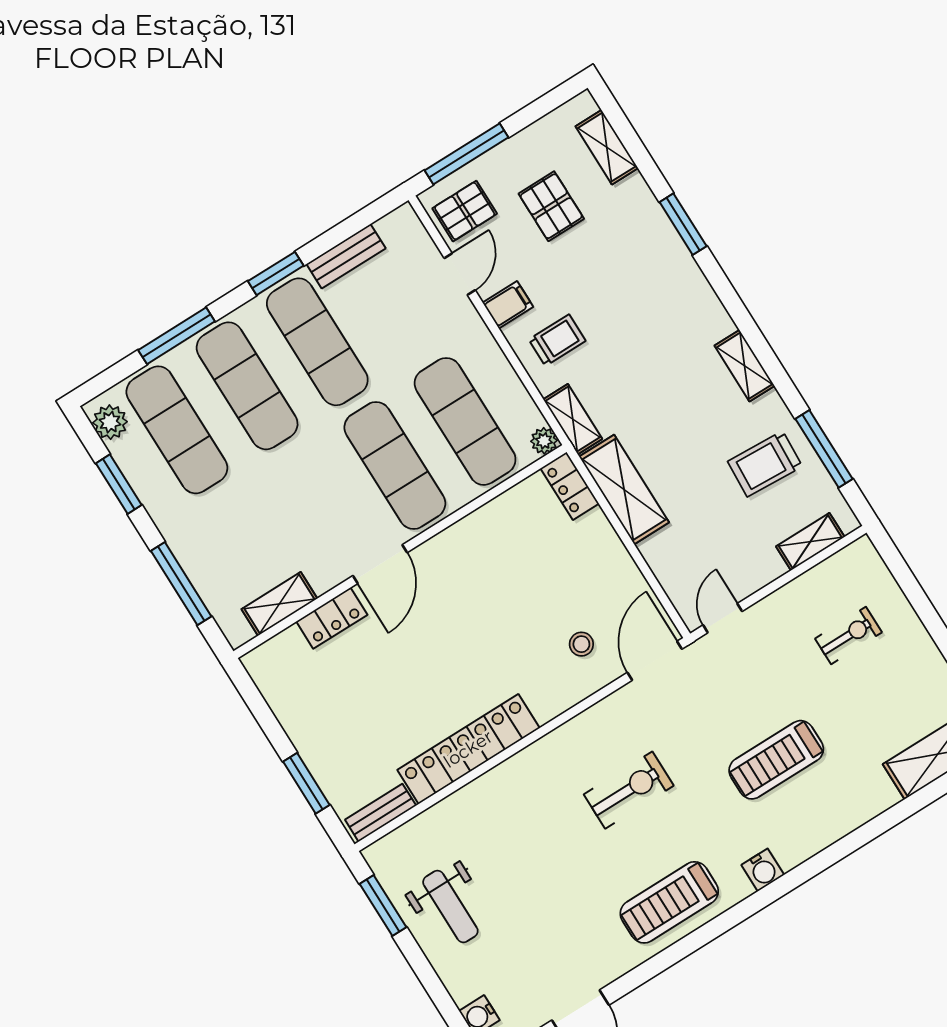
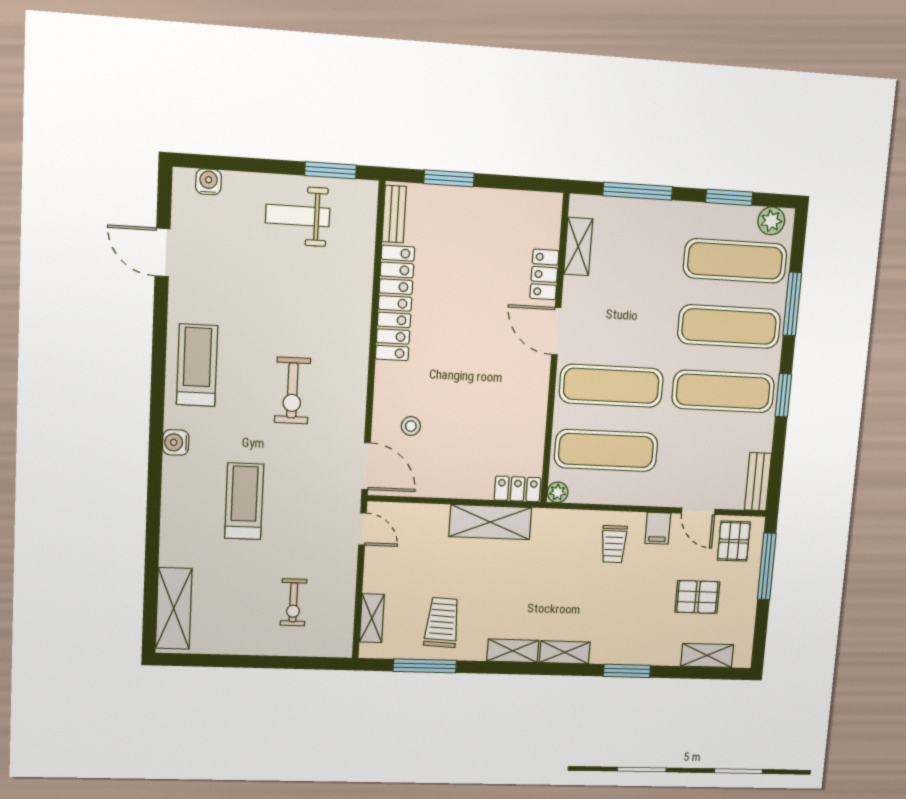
bench: (346, 256) -> (758, 482), moved
shelving: (573, 419) -> (565, 652), moved

